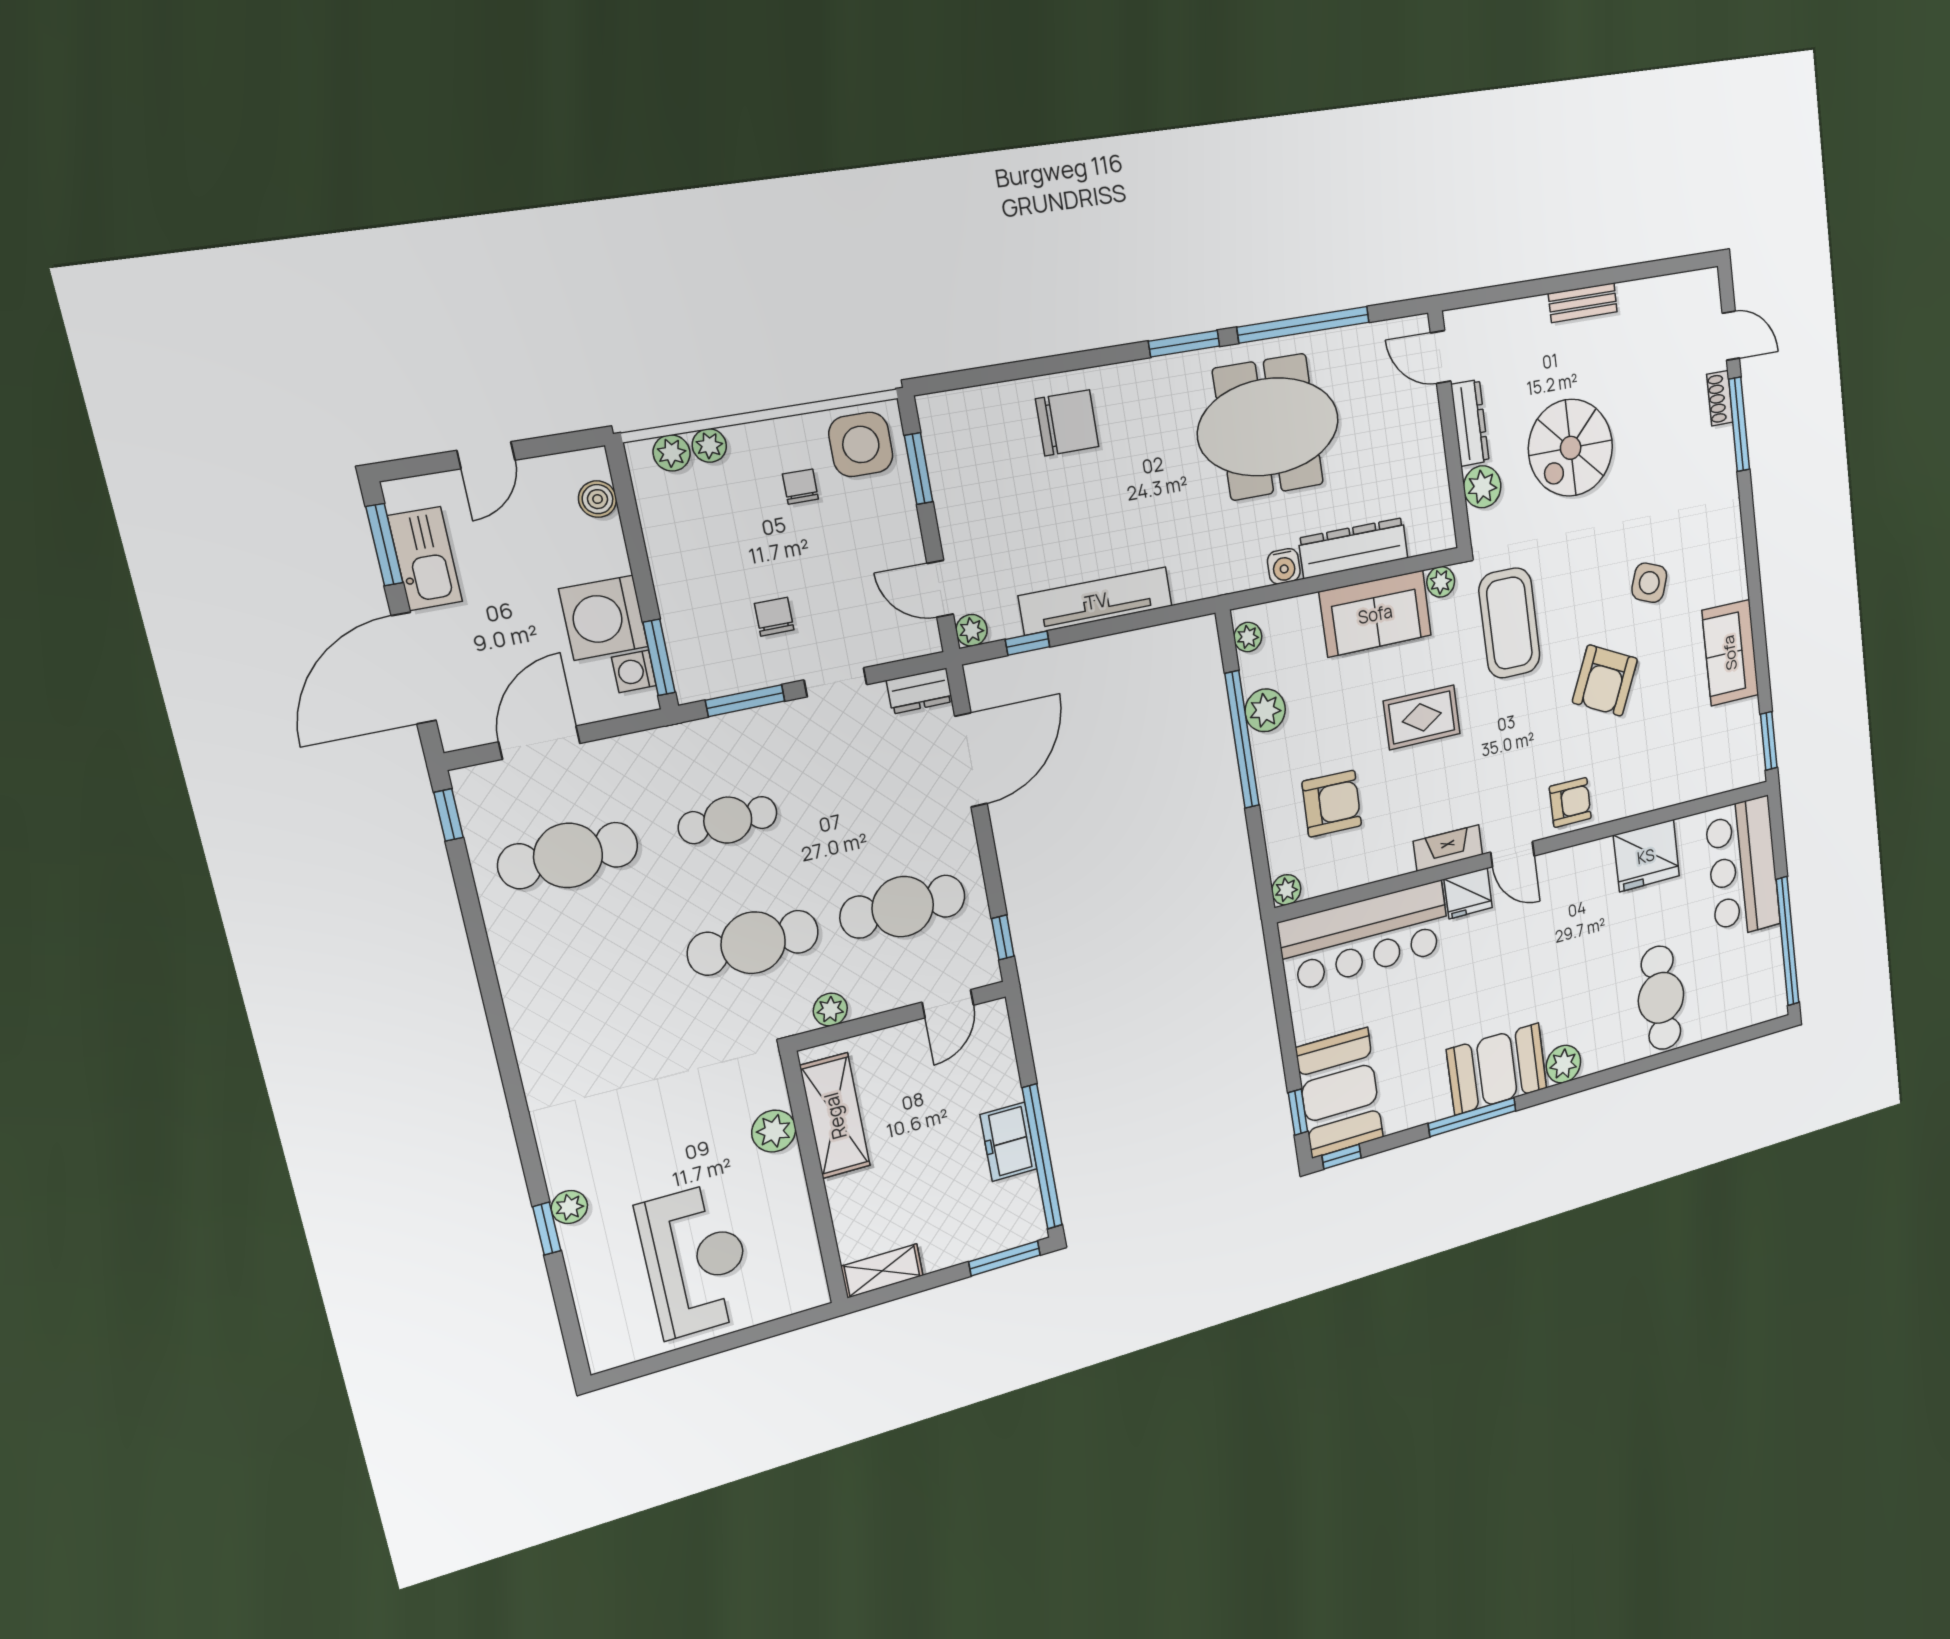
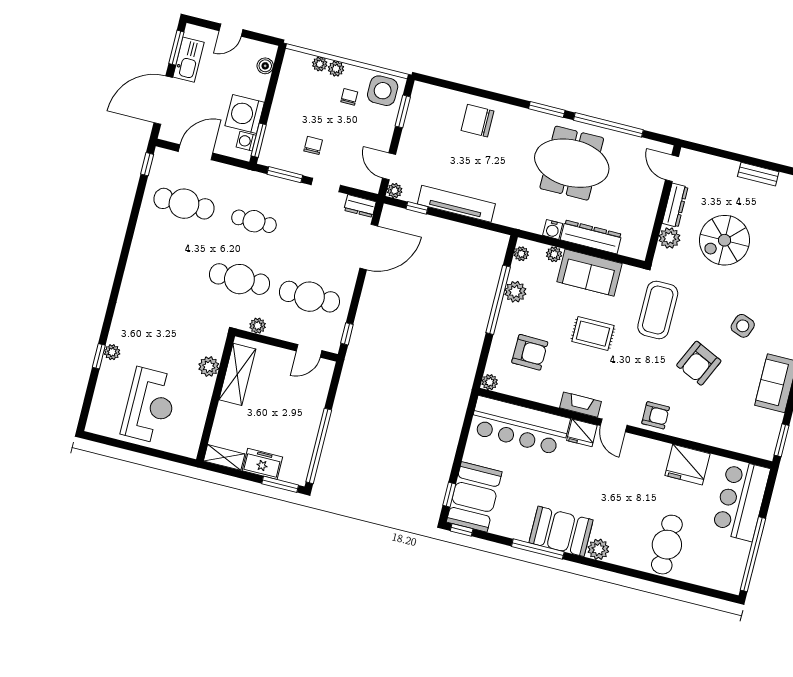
chair: (1067, 423) -> (478, 121), turned 180
plant: (672, 453) -> (336, 69), moved
plant: (1441, 582) -> (554, 254), moved
freezer: (1009, 1142) -> (262, 464), moved, turned 90

